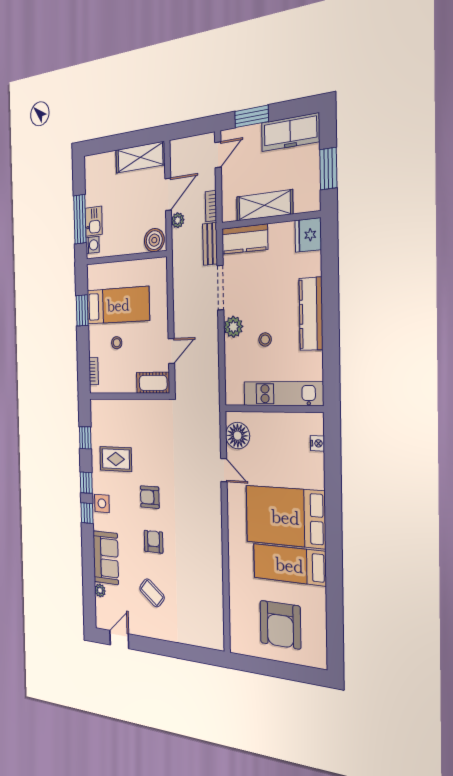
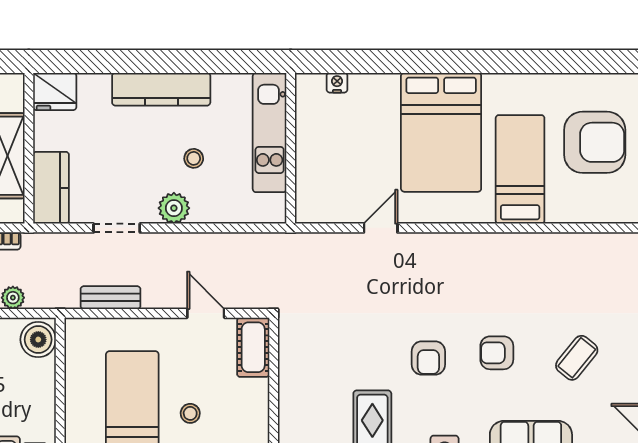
bench: (210, 244) -> (110, 298), moved
doorway: (220, 288) -> (117, 228), width x0.73
floor lamp: (238, 436) -> (330, 204), removed
bed: (289, 565) -> (520, 169), moved, turned 180

